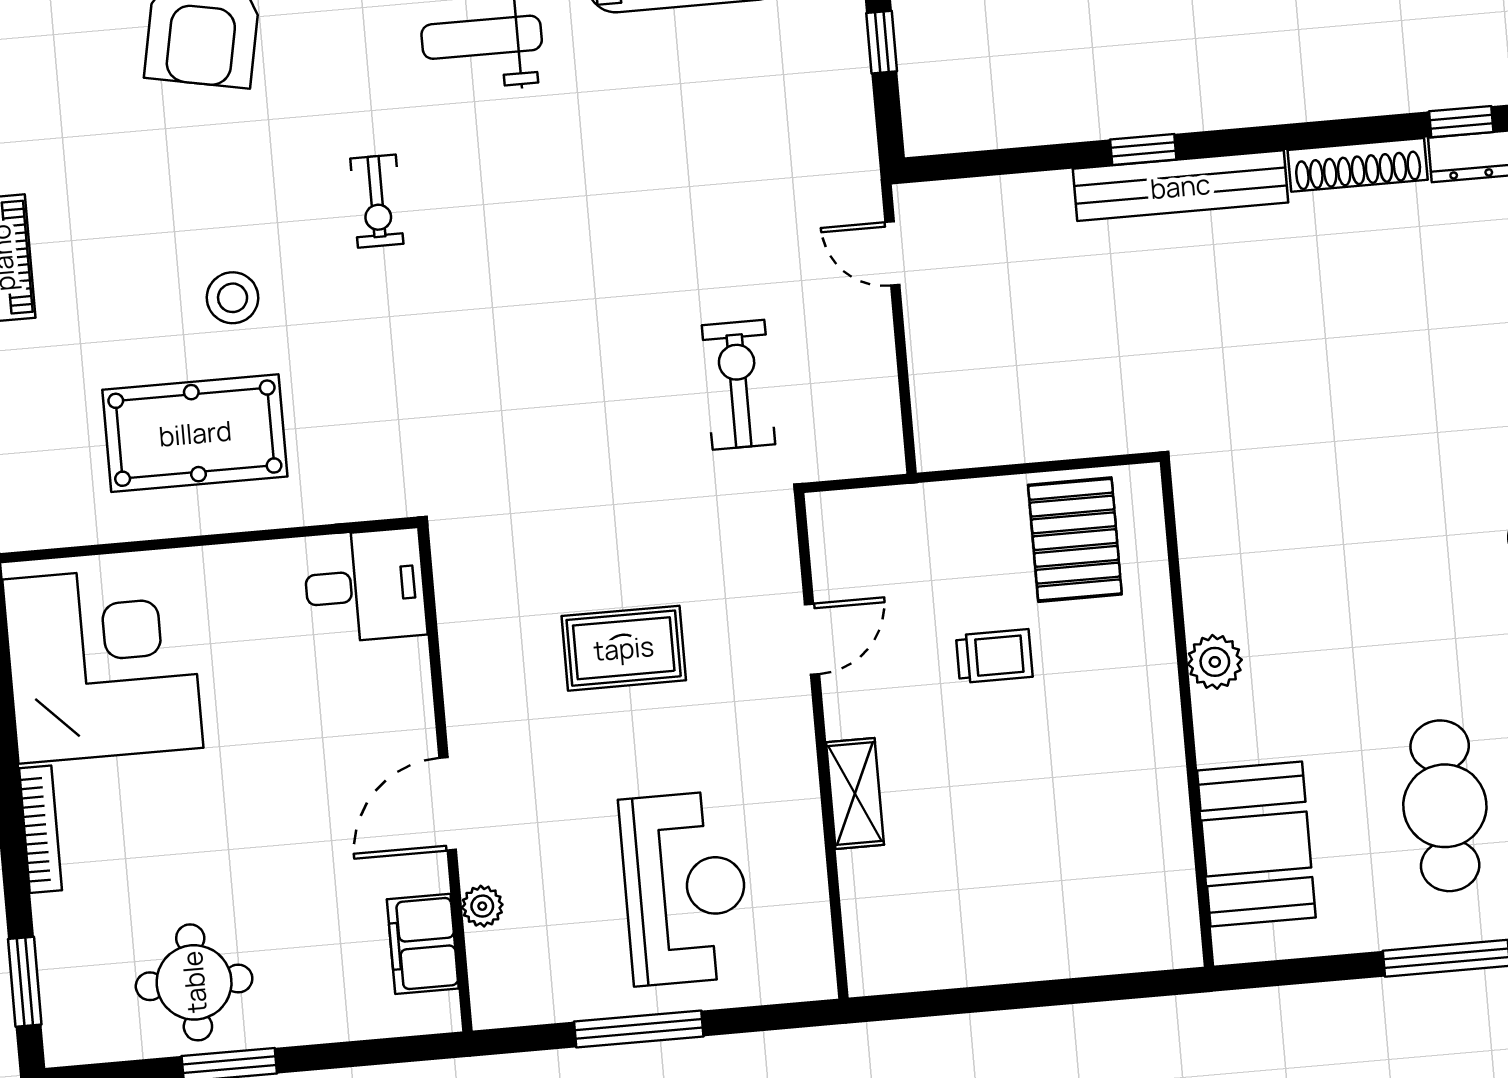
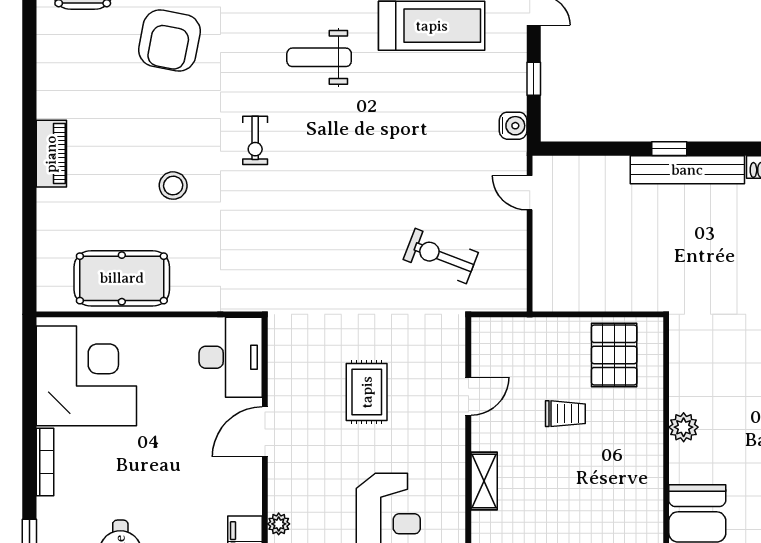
water cooler: (851, 132) -> (513, 126), added
exercise bike: (738, 385) -> (441, 256), turned -69
pool table: (195, 433) -> (122, 278), moved
desk: (365, 586) -> (231, 357), width x1.37
rug: (624, 648) -> (367, 392), turned 90
door: (448, 804) -> (265, 432), moved

